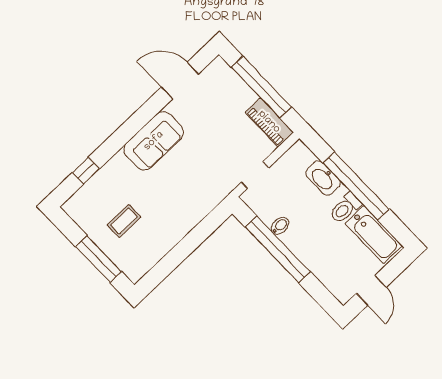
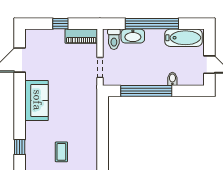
window: (261, 87) -> (60, 24), width x0.32
toilet: (345, 208) -> (114, 39), moved
bidet: (280, 226) -> (172, 79), moved

